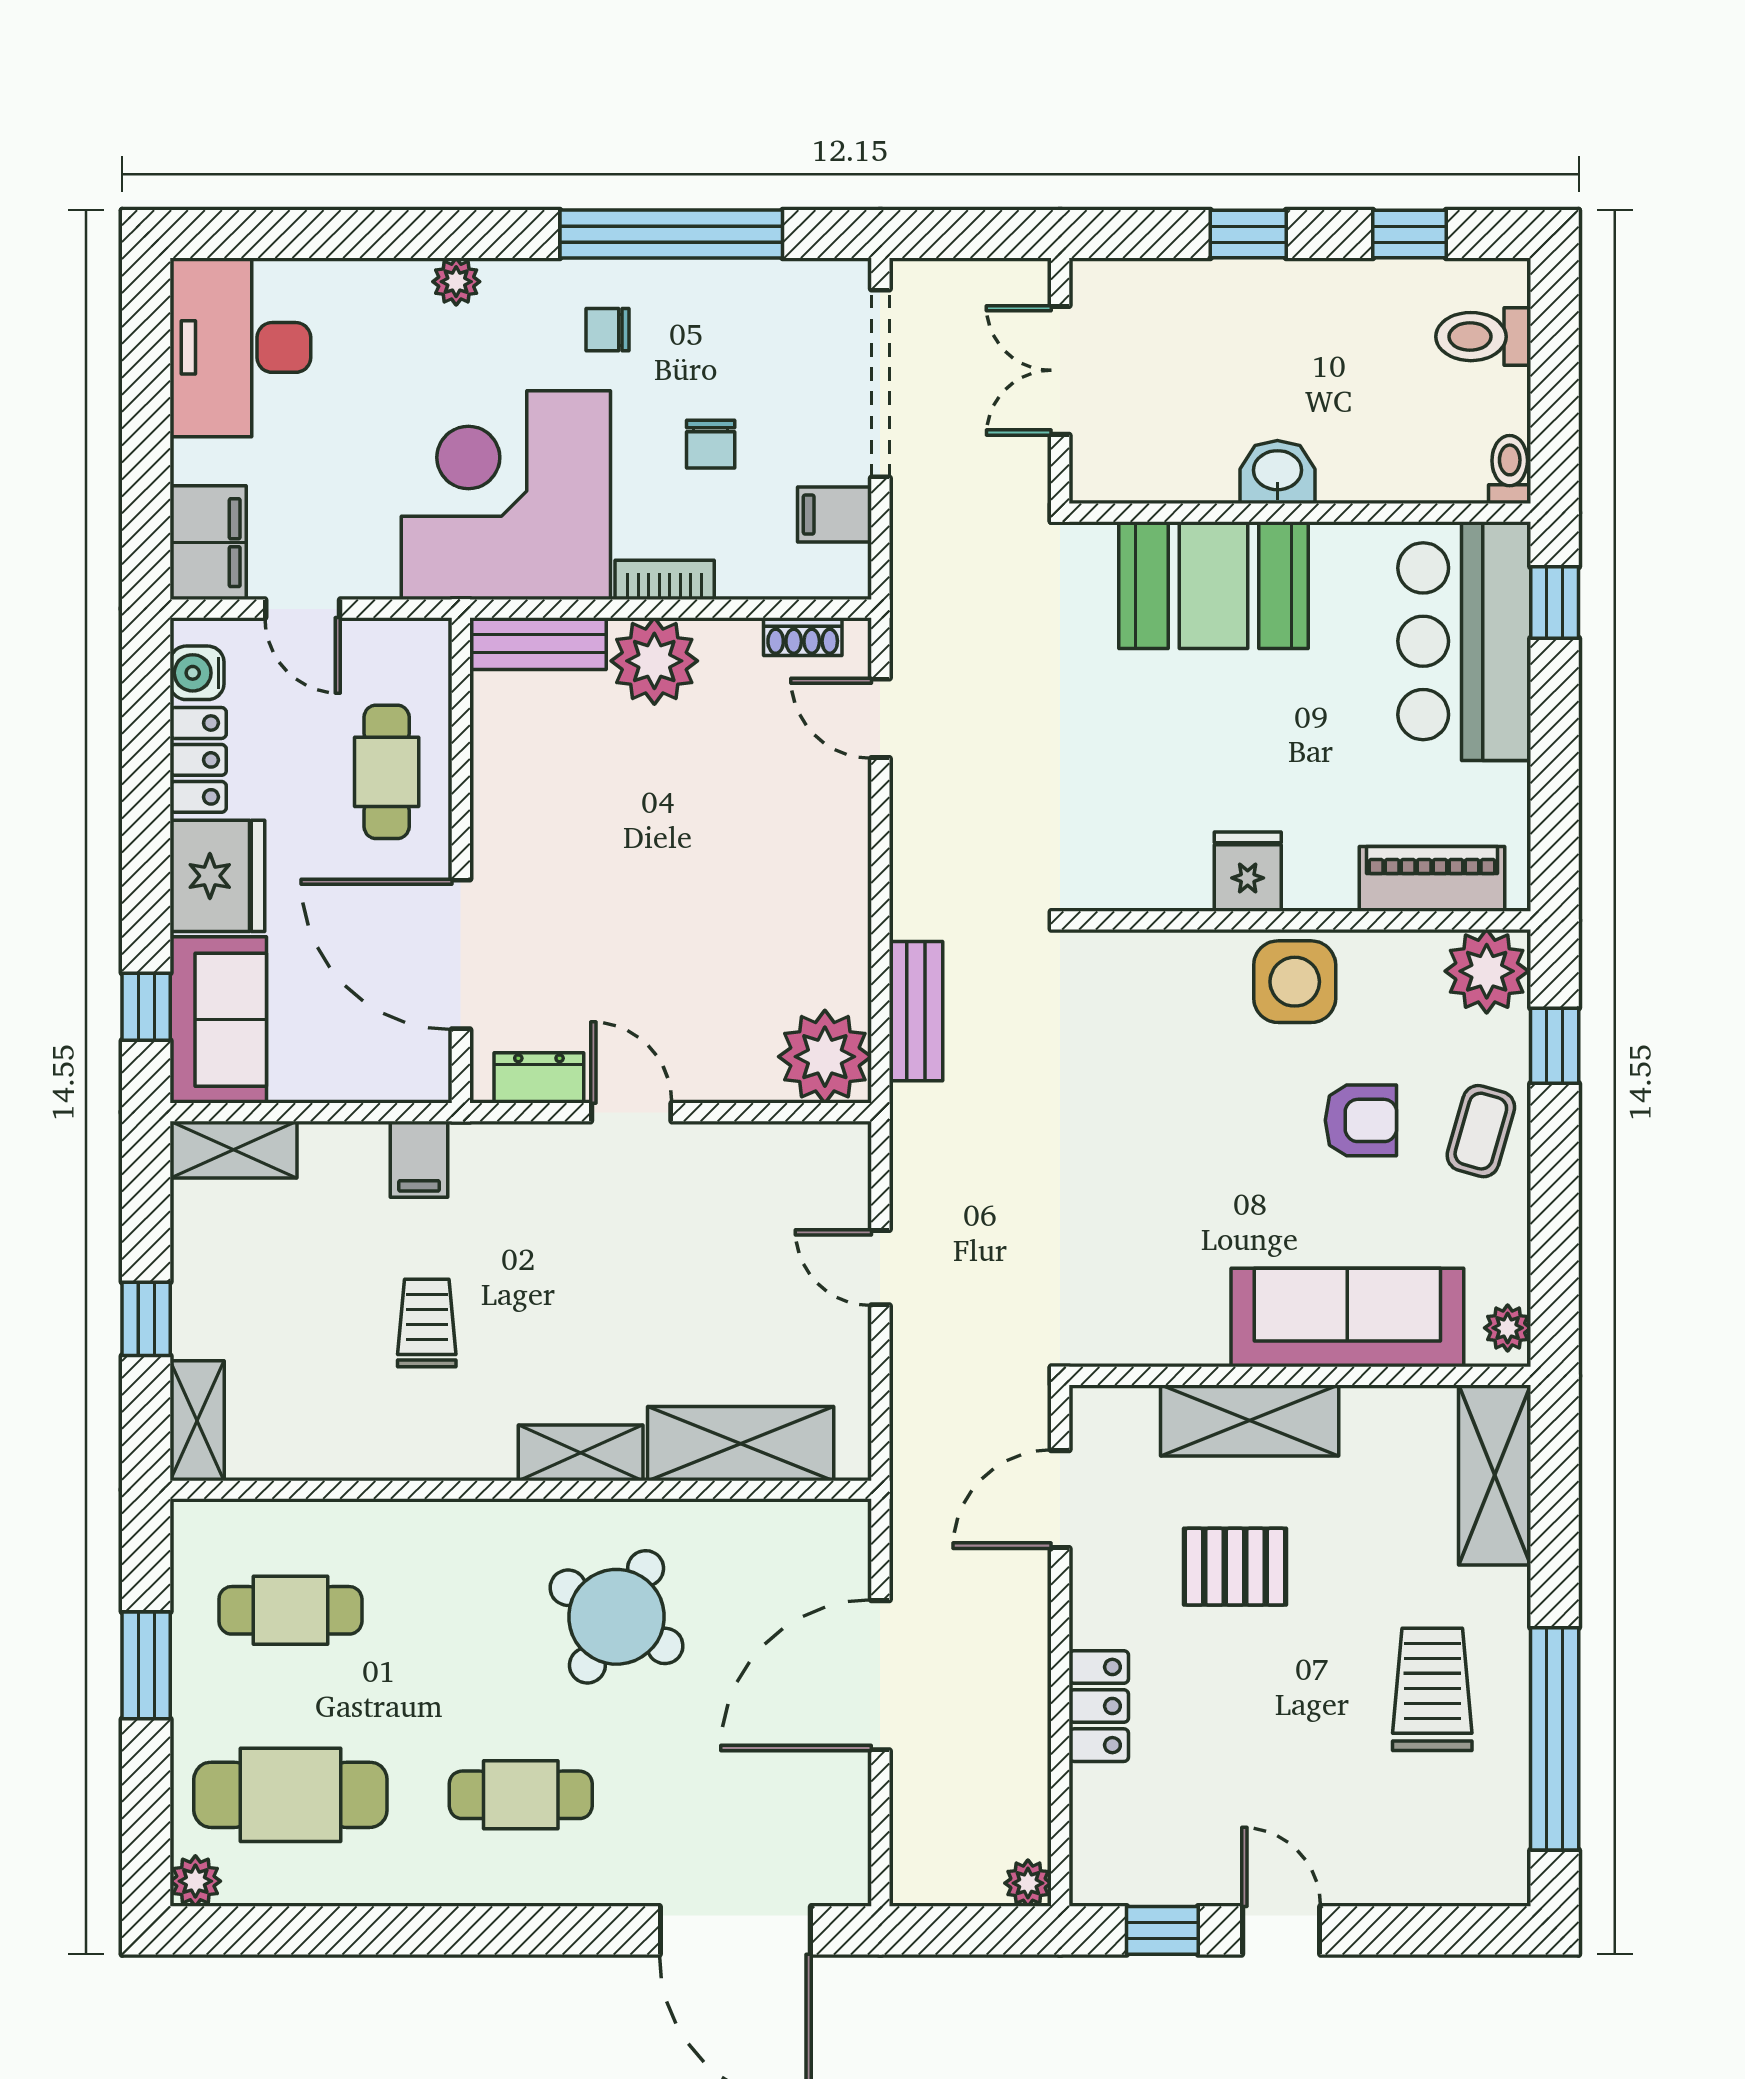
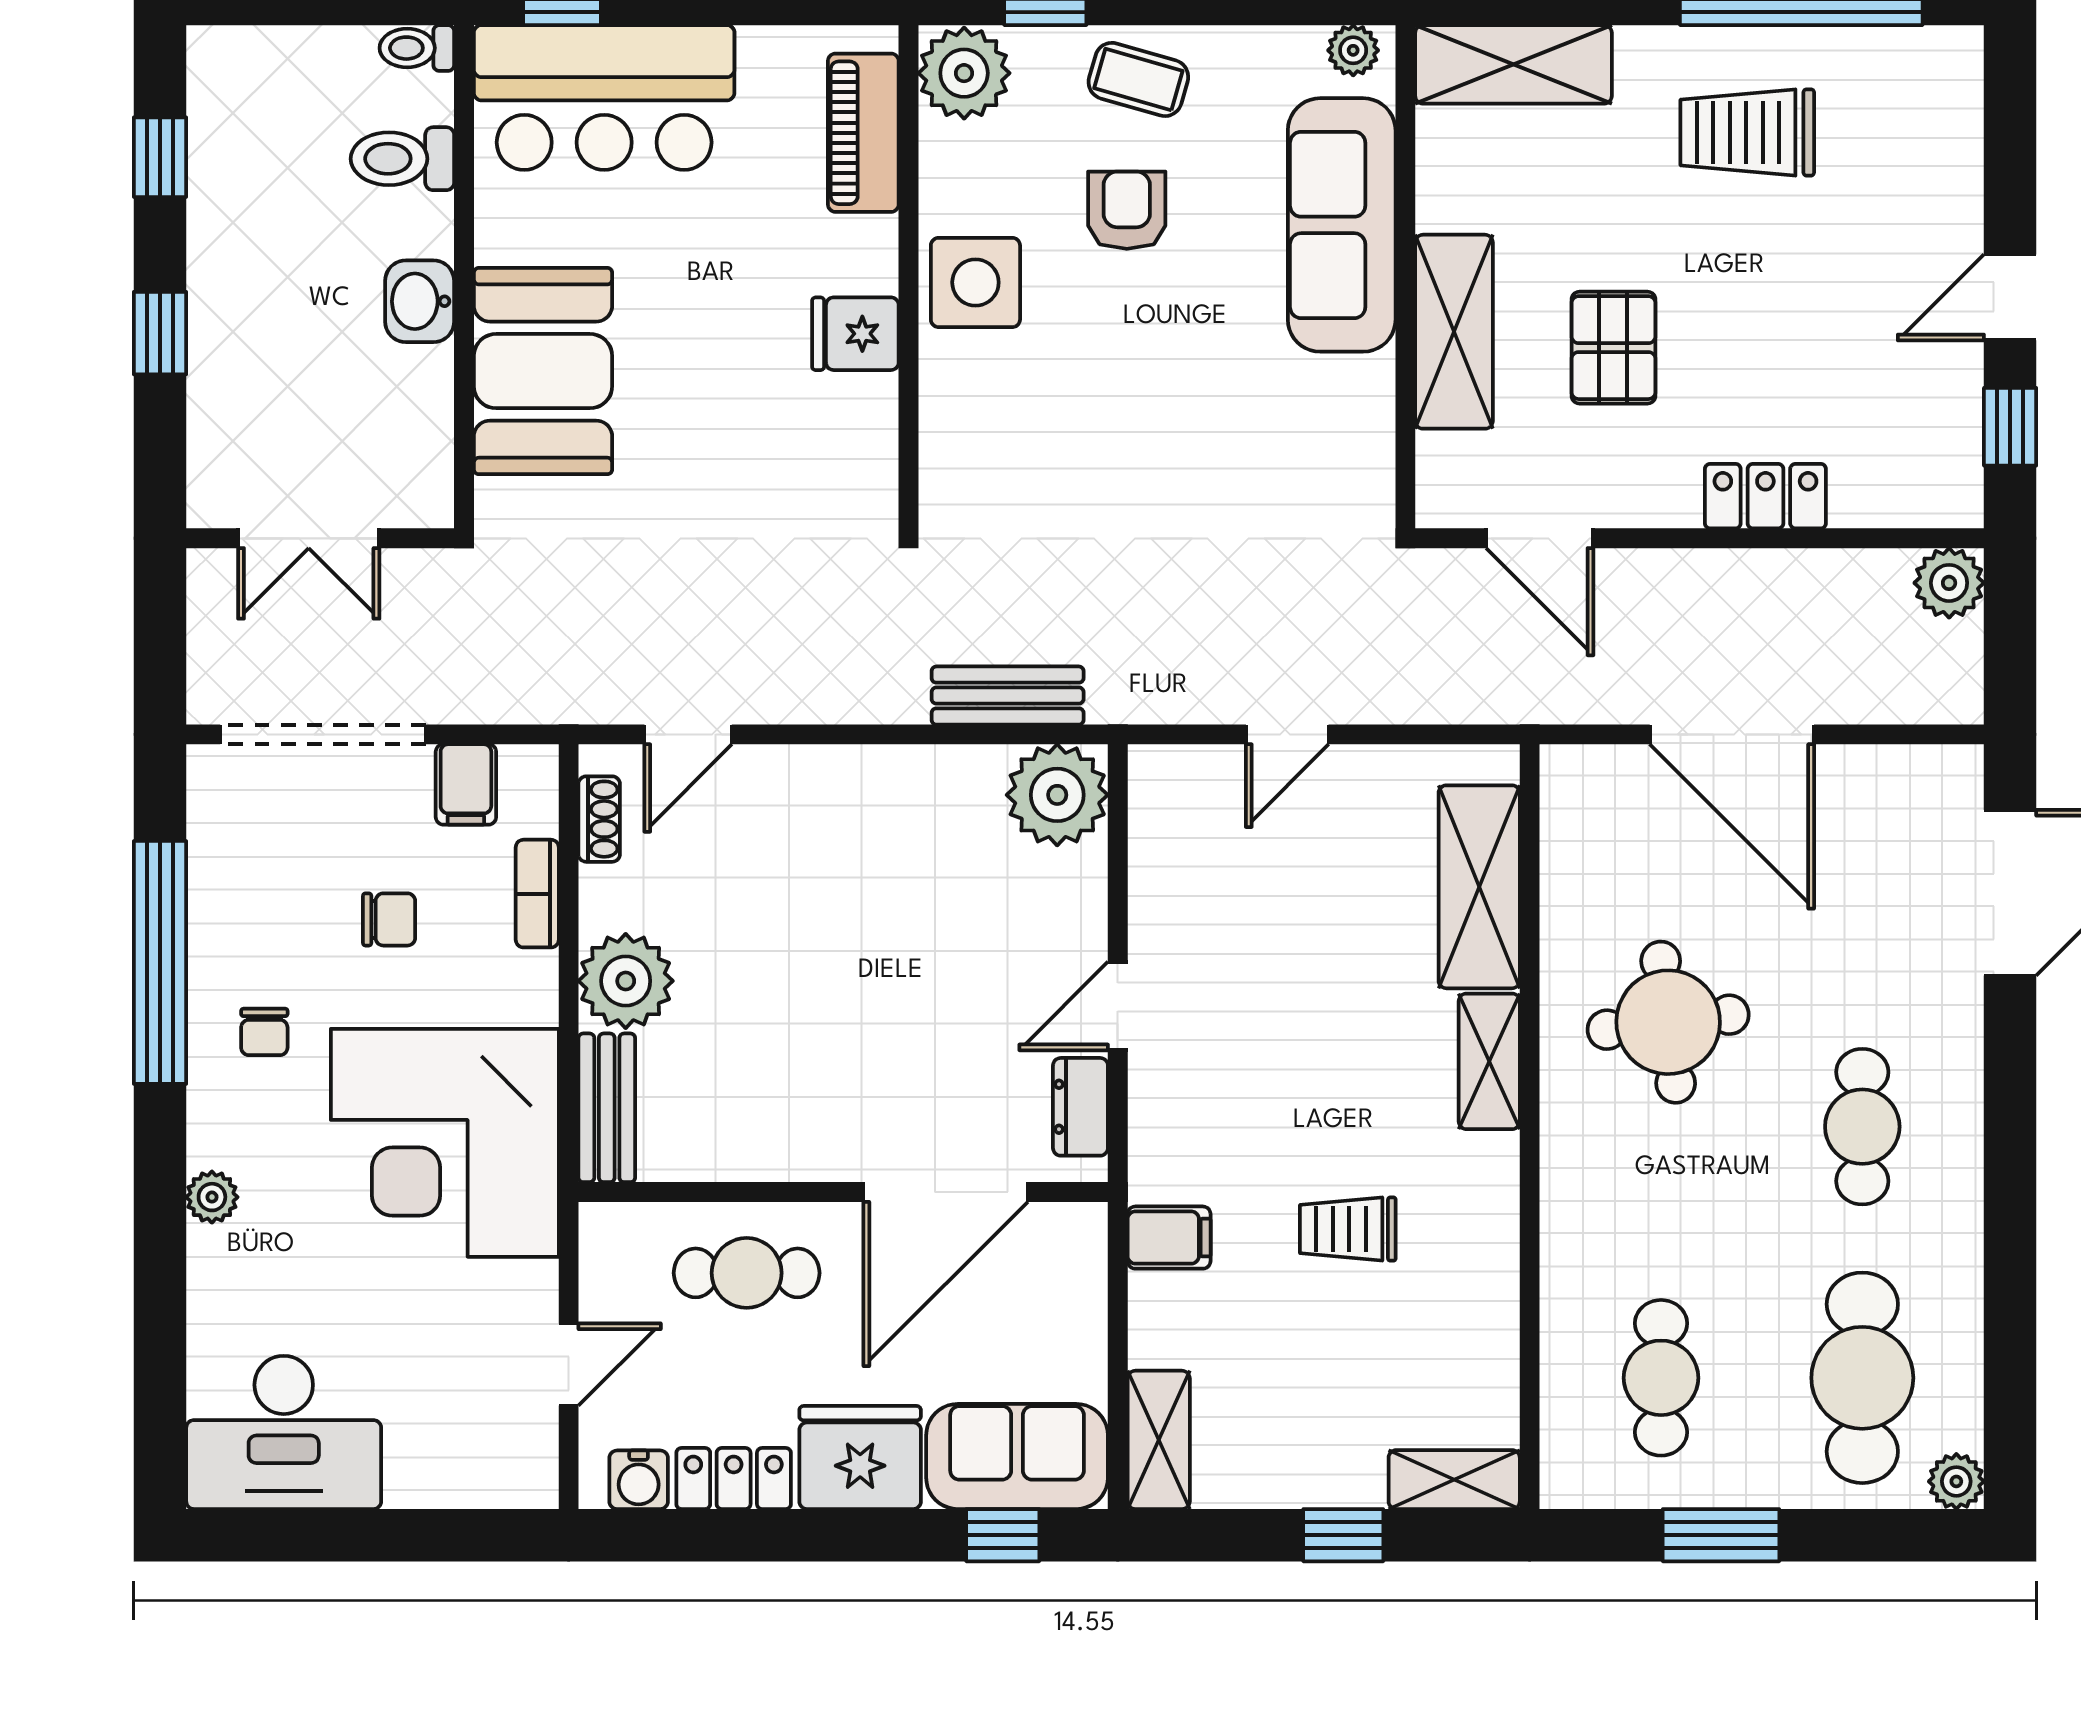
toilet: (1483, 337) -> (402, 159), moved, turned 90
filing cabinet: (208, 543) -> (497, 1468), removed
bookcase: (665, 580) -> (537, 894), moved
round table: (617, 1617) -> (1668, 1022), turned -38
plant: (1028, 1883) -> (1949, 583), width x1.38, depth x1.38

